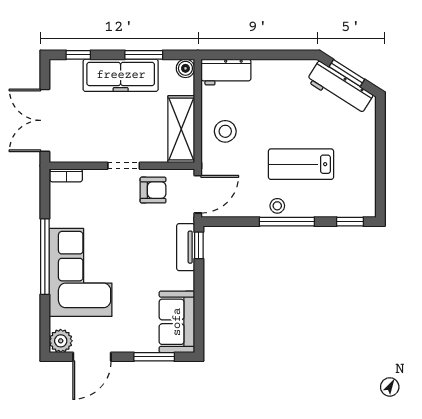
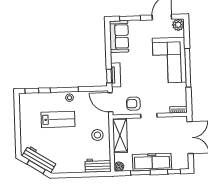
door: (198, 194) -> (110, 102), hinge flipped

